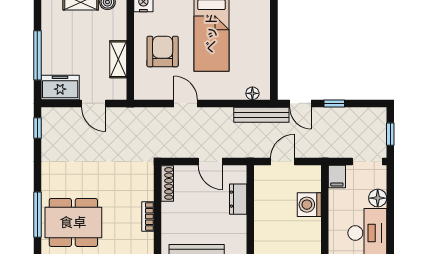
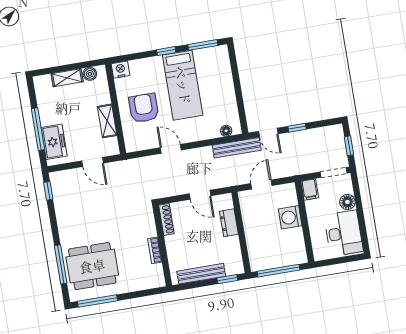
freezer: (60, 87) -> (54, 142), moved, turned 90

